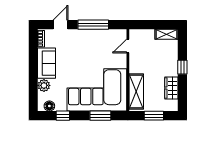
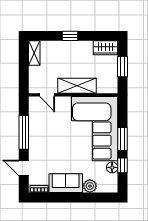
wardrobe: (171, 88) -> (106, 48), moved
shelving: (136, 92) -> (77, 86), moved
floor lamp: (49, 106) -> (112, 167), moved
window: (100, 116) -> (123, 139), moved

